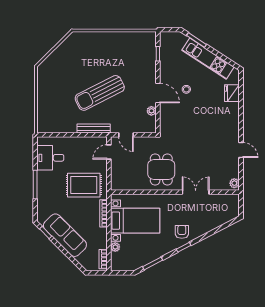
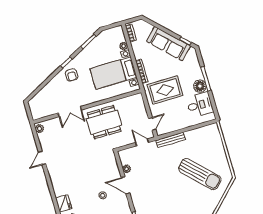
sun lounger: (100, 93) -> (200, 174), moved, turned 72
door: (241, 150) -> (42, 158), hinge flipped
dining table: (161, 169) -> (104, 122), width x1.38
floor lamp: (44, 178) -> (200, 86), added

